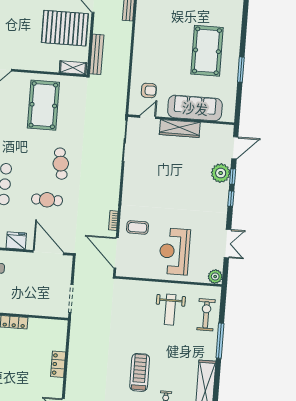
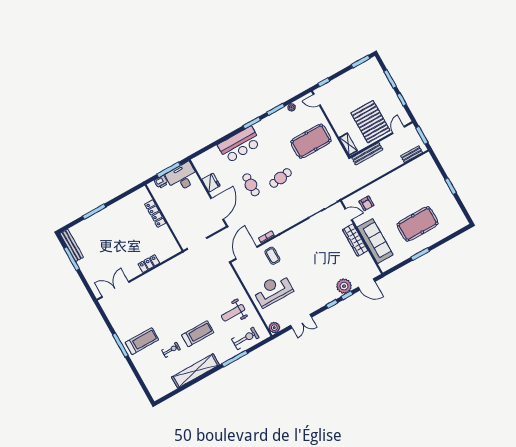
treadmill: (140, 372) -> (198, 334), moved

